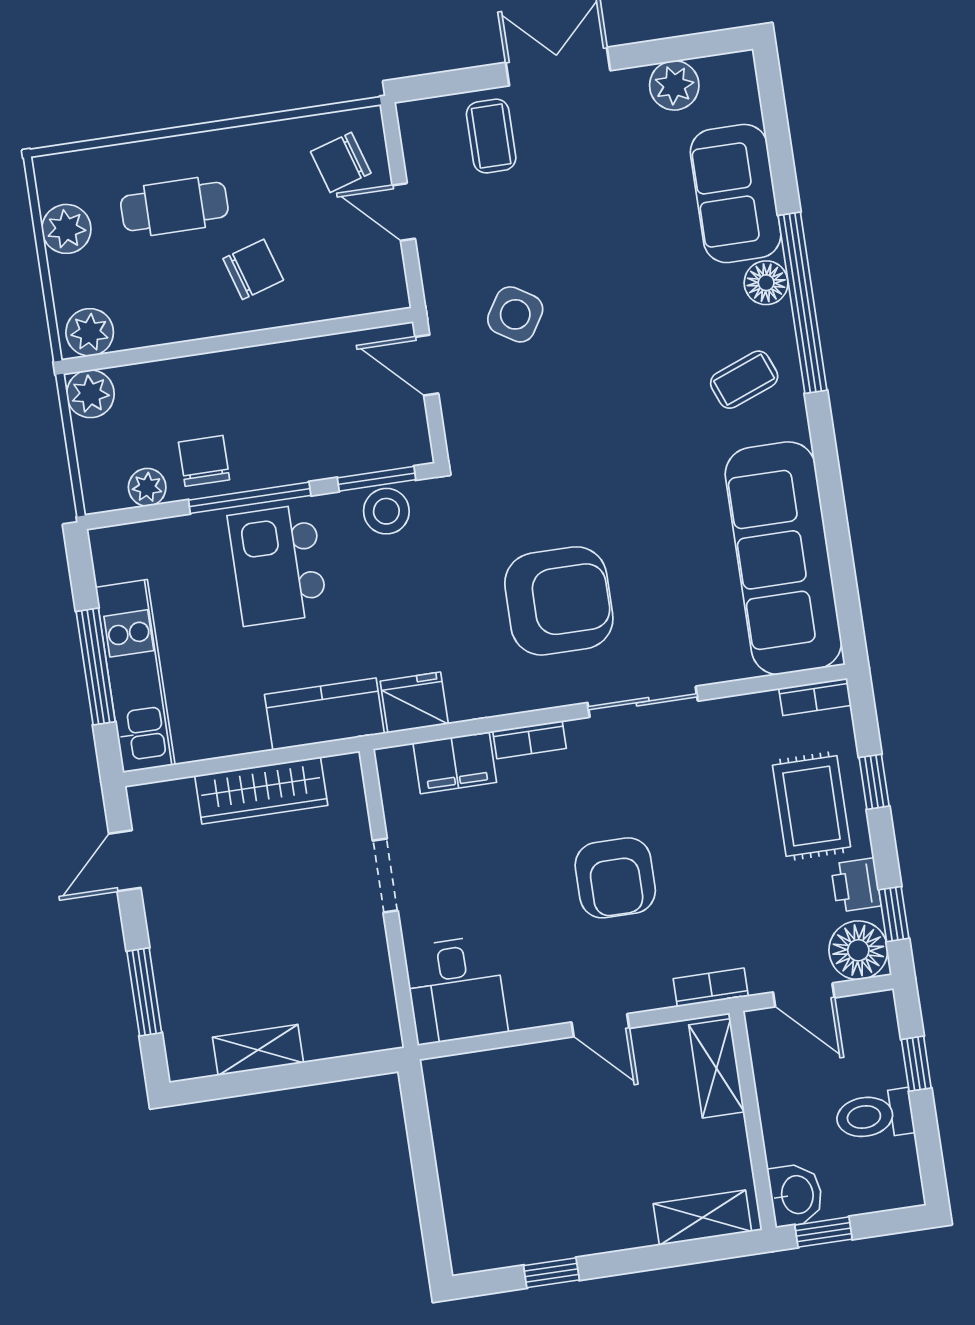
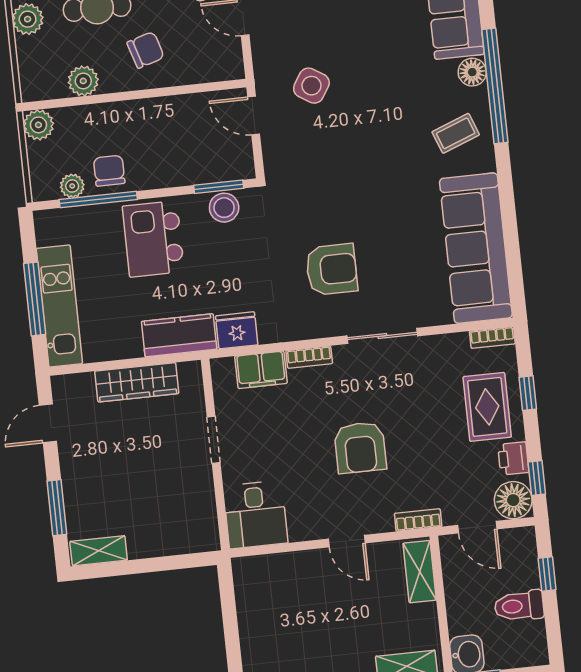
plant: (90, 332) -> (83, 81), moved
window: (250, 498) -> (98, 200), moved
armchair: (559, 601) -> (332, 269), width x0.73, depth x0.73
shelving: (258, 1050) -> (99, 551), moved

